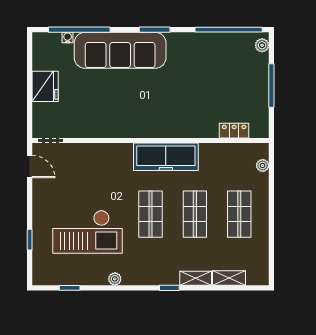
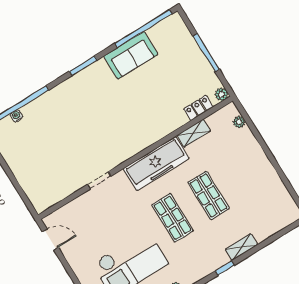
plant: (262, 45) -> (221, 94), moved
sofa: (120, 50) -> (131, 55), moved, width x0.54, depth x0.79
fridge: (45, 86) -> (23, 167), removed
doorway: (51, 141) -> (99, 180), moved
shop shelf: (239, 214) -> (245, 173), removed
shelving: (229, 278) -> (194, 133), moved

